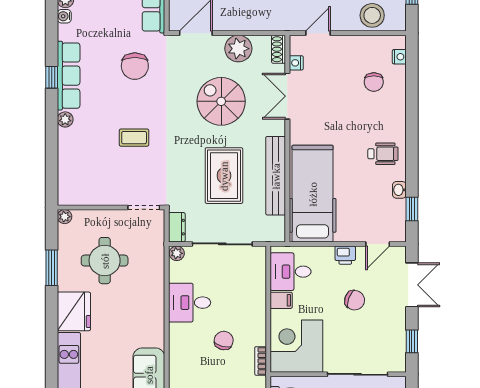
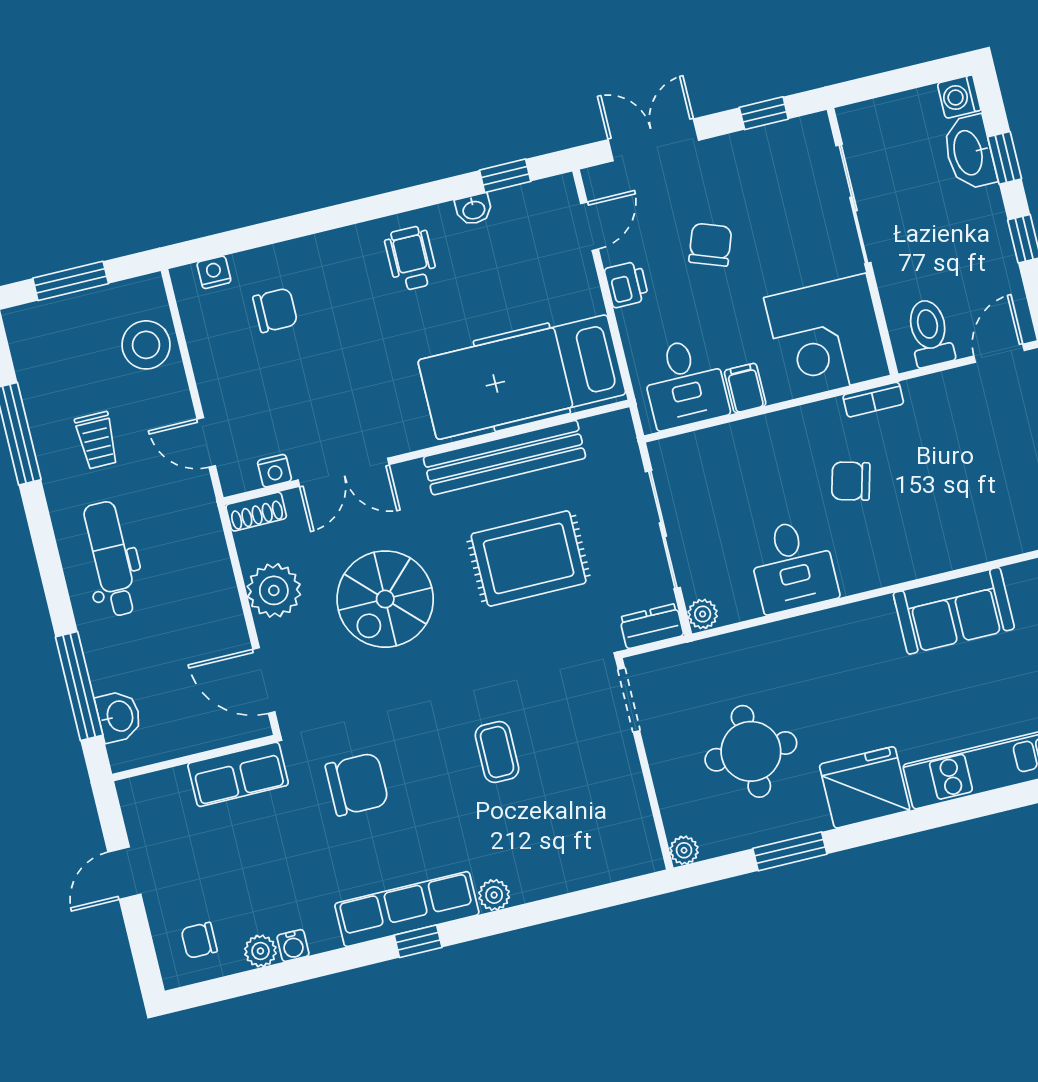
door: (378, 244) -> (590, 226), hinge flipped

